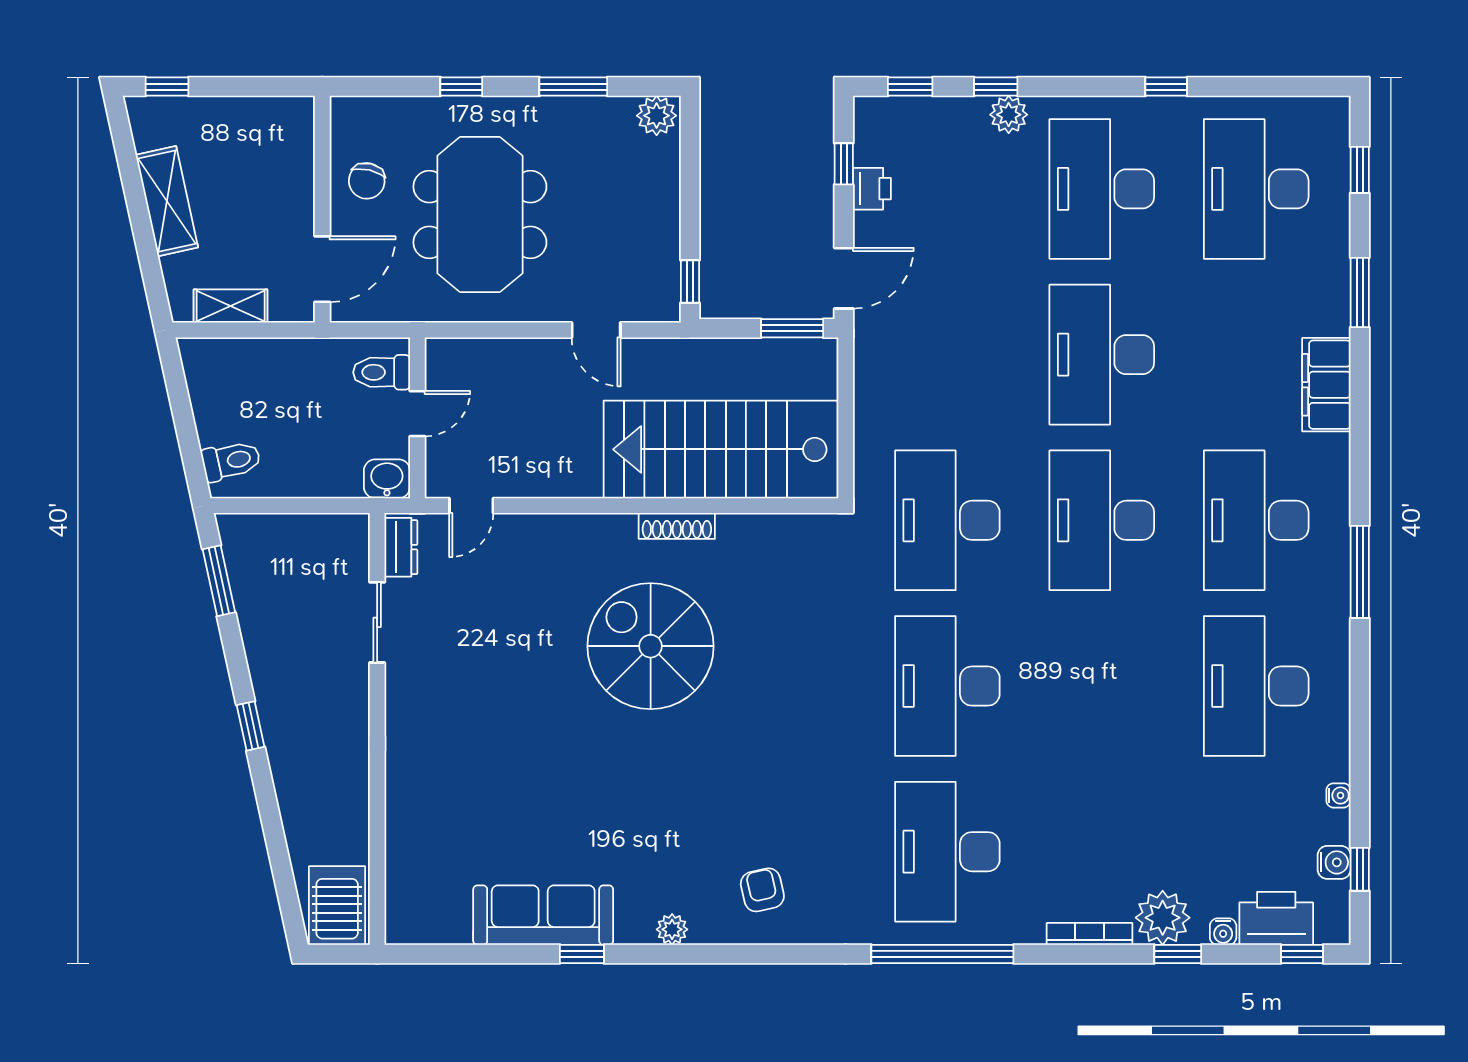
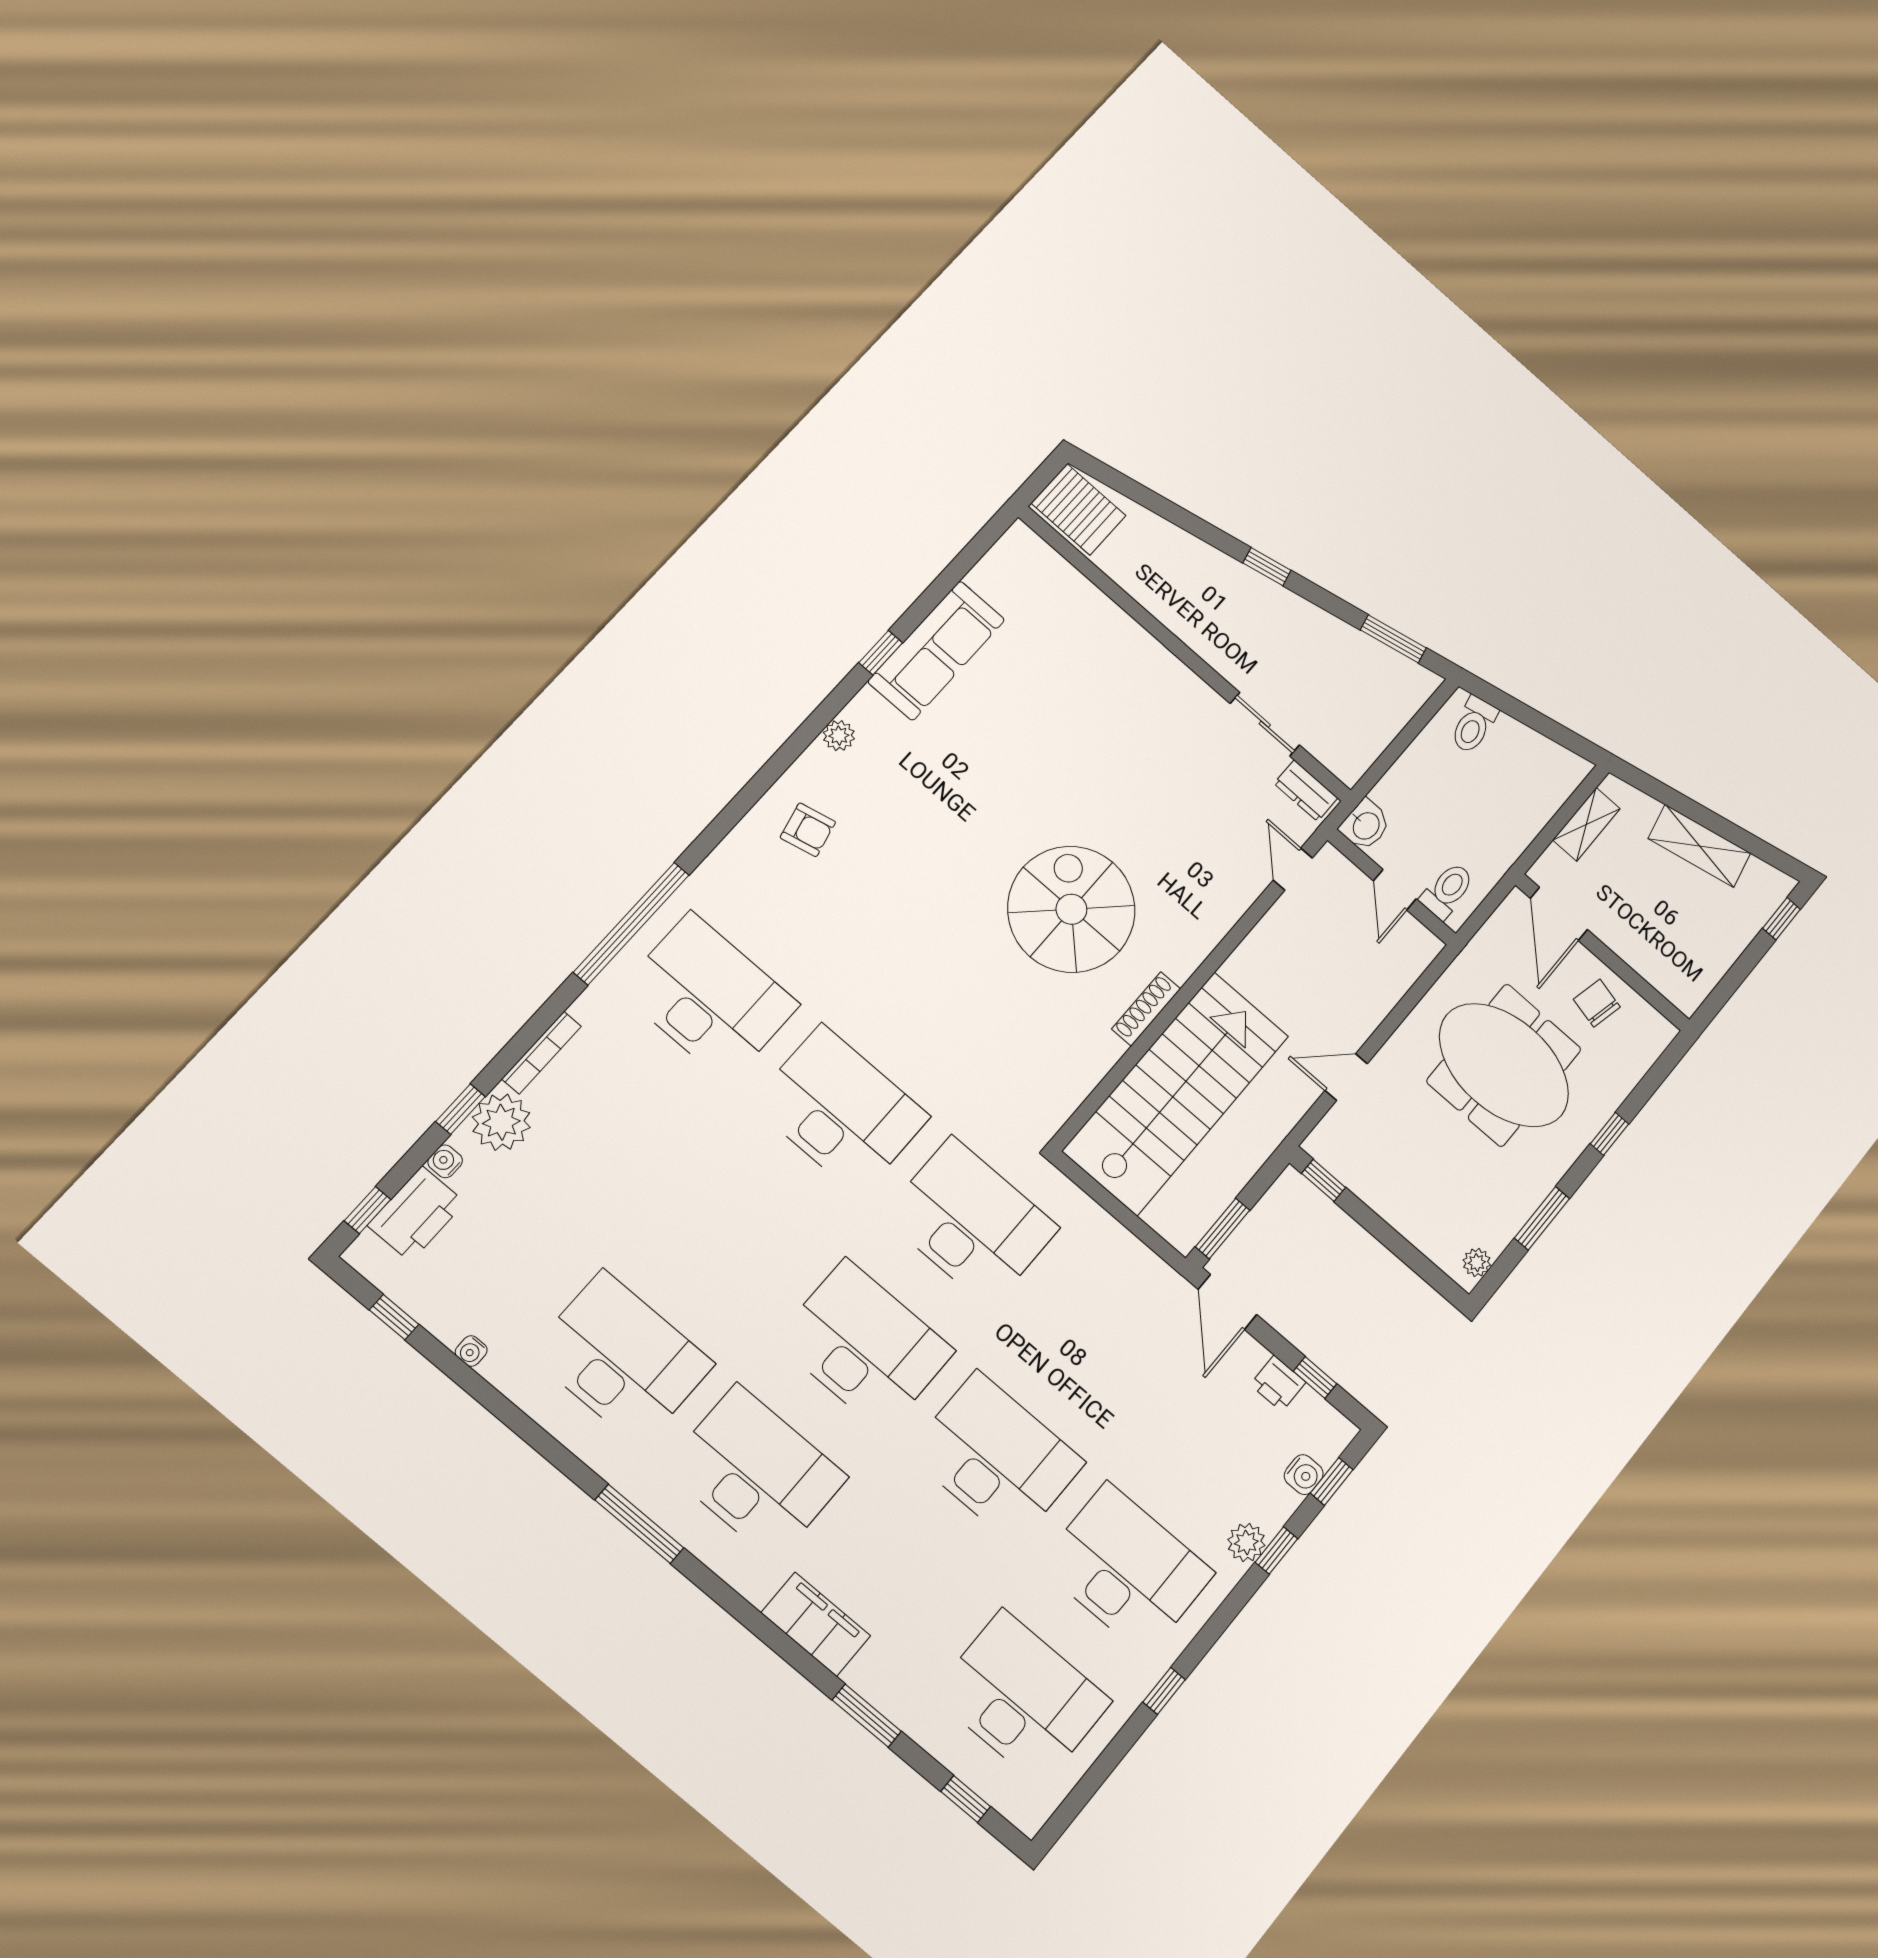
plant: (657, 116) -> (1477, 1263), width x0.73, depth x0.73
spiral stairs: (651, 646) -> (1071, 909), turned -90
water cooler: (1334, 862) -> (1304, 1475), moved, turned -90

